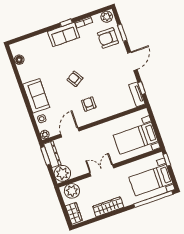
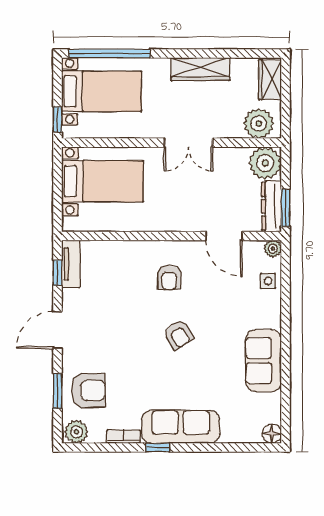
sofa: (64, 34) -> (181, 427), width x1.36
floor lamp: (19, 60) -> (272, 434), moved
sofa: (36, 96) -> (263, 361), moved
door: (70, 133) -> (224, 236), hinge flipped

